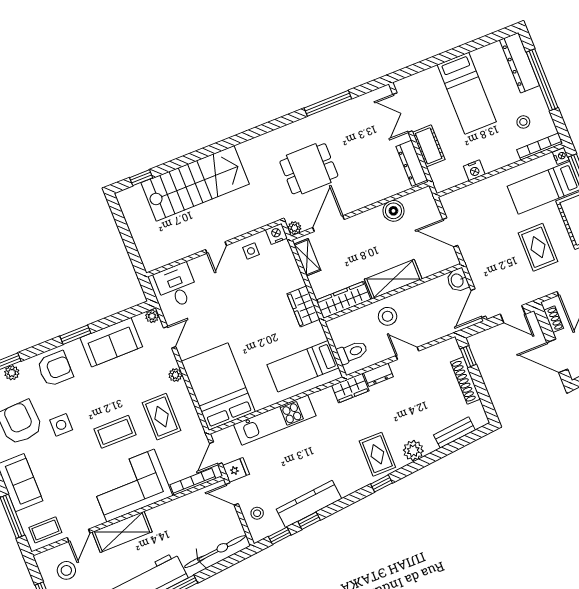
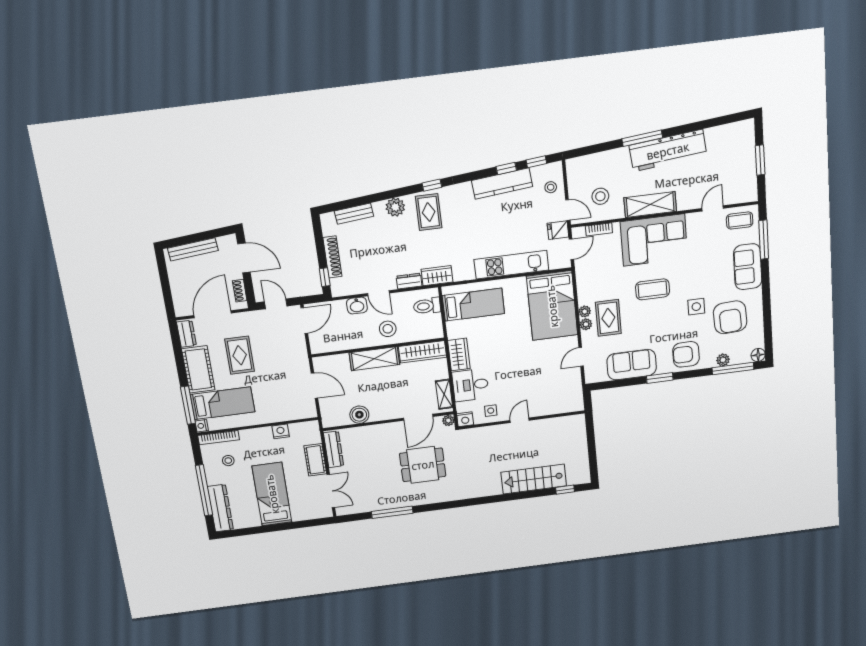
stairs: (195, 183) -> (534, 479), width x0.73, depth x0.66
washbasin: (458, 280) -> (357, 306), moved, turned 90
desk: (177, 286) -> (471, 385), moved, turned 90
plant: (152, 316) -> (585, 311), moved
rug: (162, 417) -> (608, 318), moved
bookcase: (193, 482) -> (599, 229), width x0.64
shelving: (122, 532) -> (650, 205), moved
bicycle: (215, 552) -> (598, 163), removed
stool: (66, 570) -> (600, 196), moved

